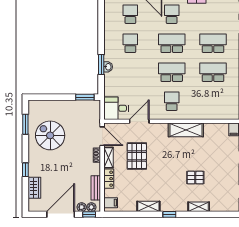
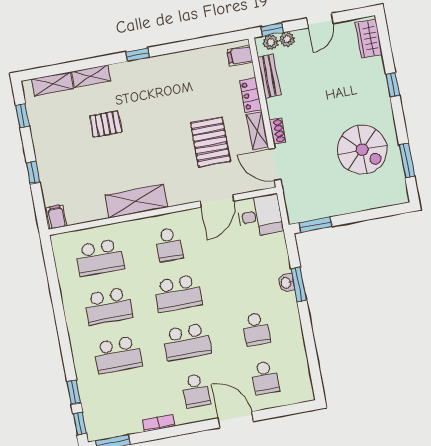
school desk: (213, 101) -> (100, 257), added
wardrobe: (34, 188) -> (369, 39), moved
shelving: (148, 206) -> (52, 84), moved
door: (61, 214) -> (320, 21), width x0.53

